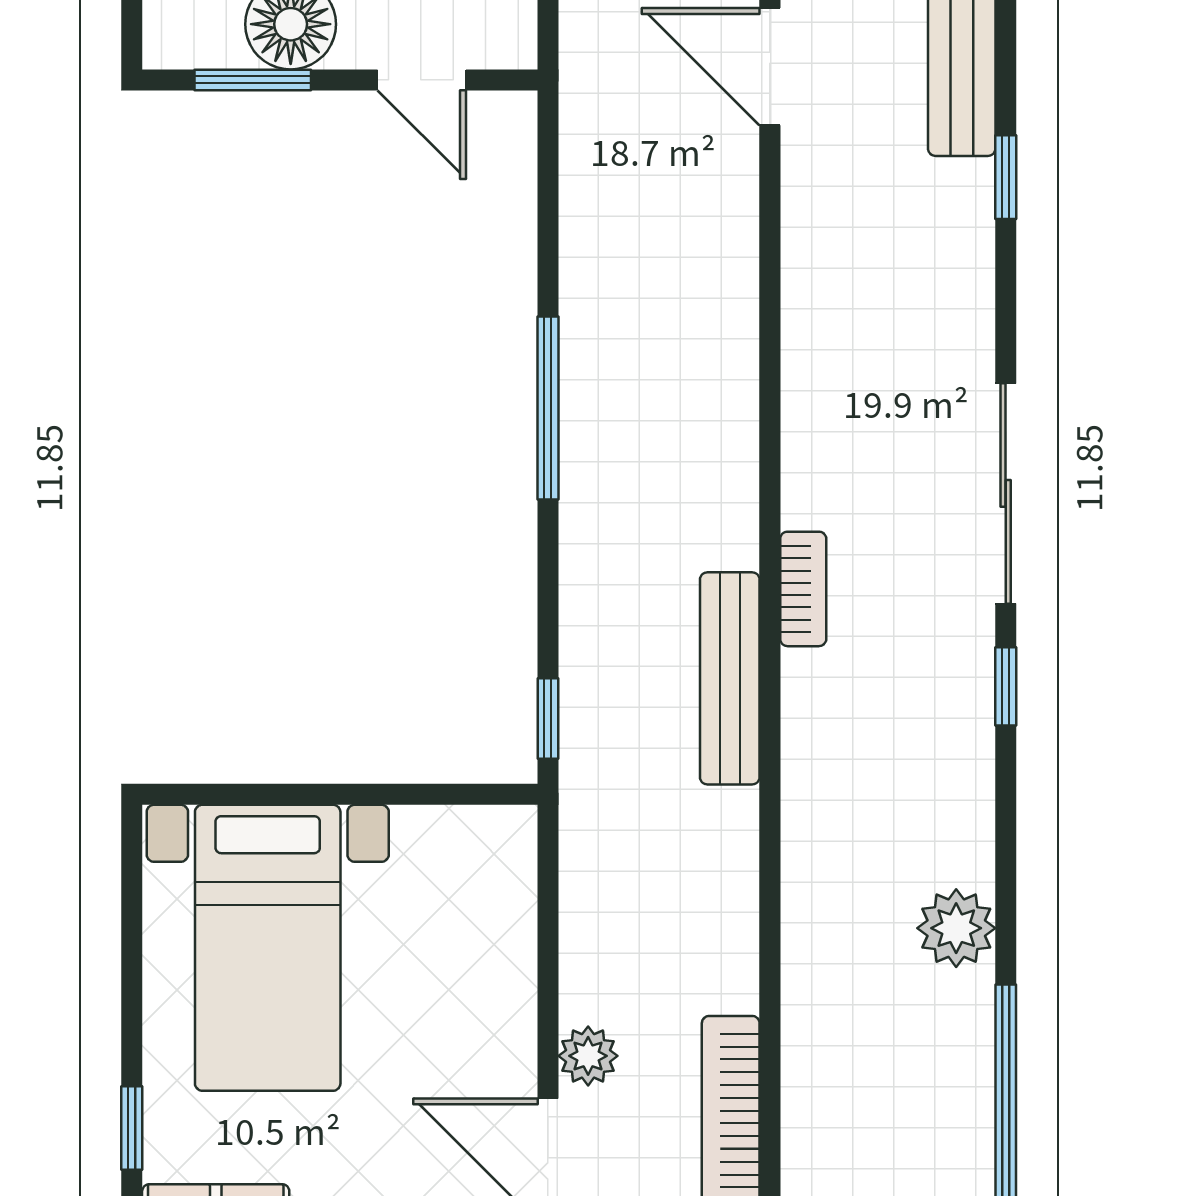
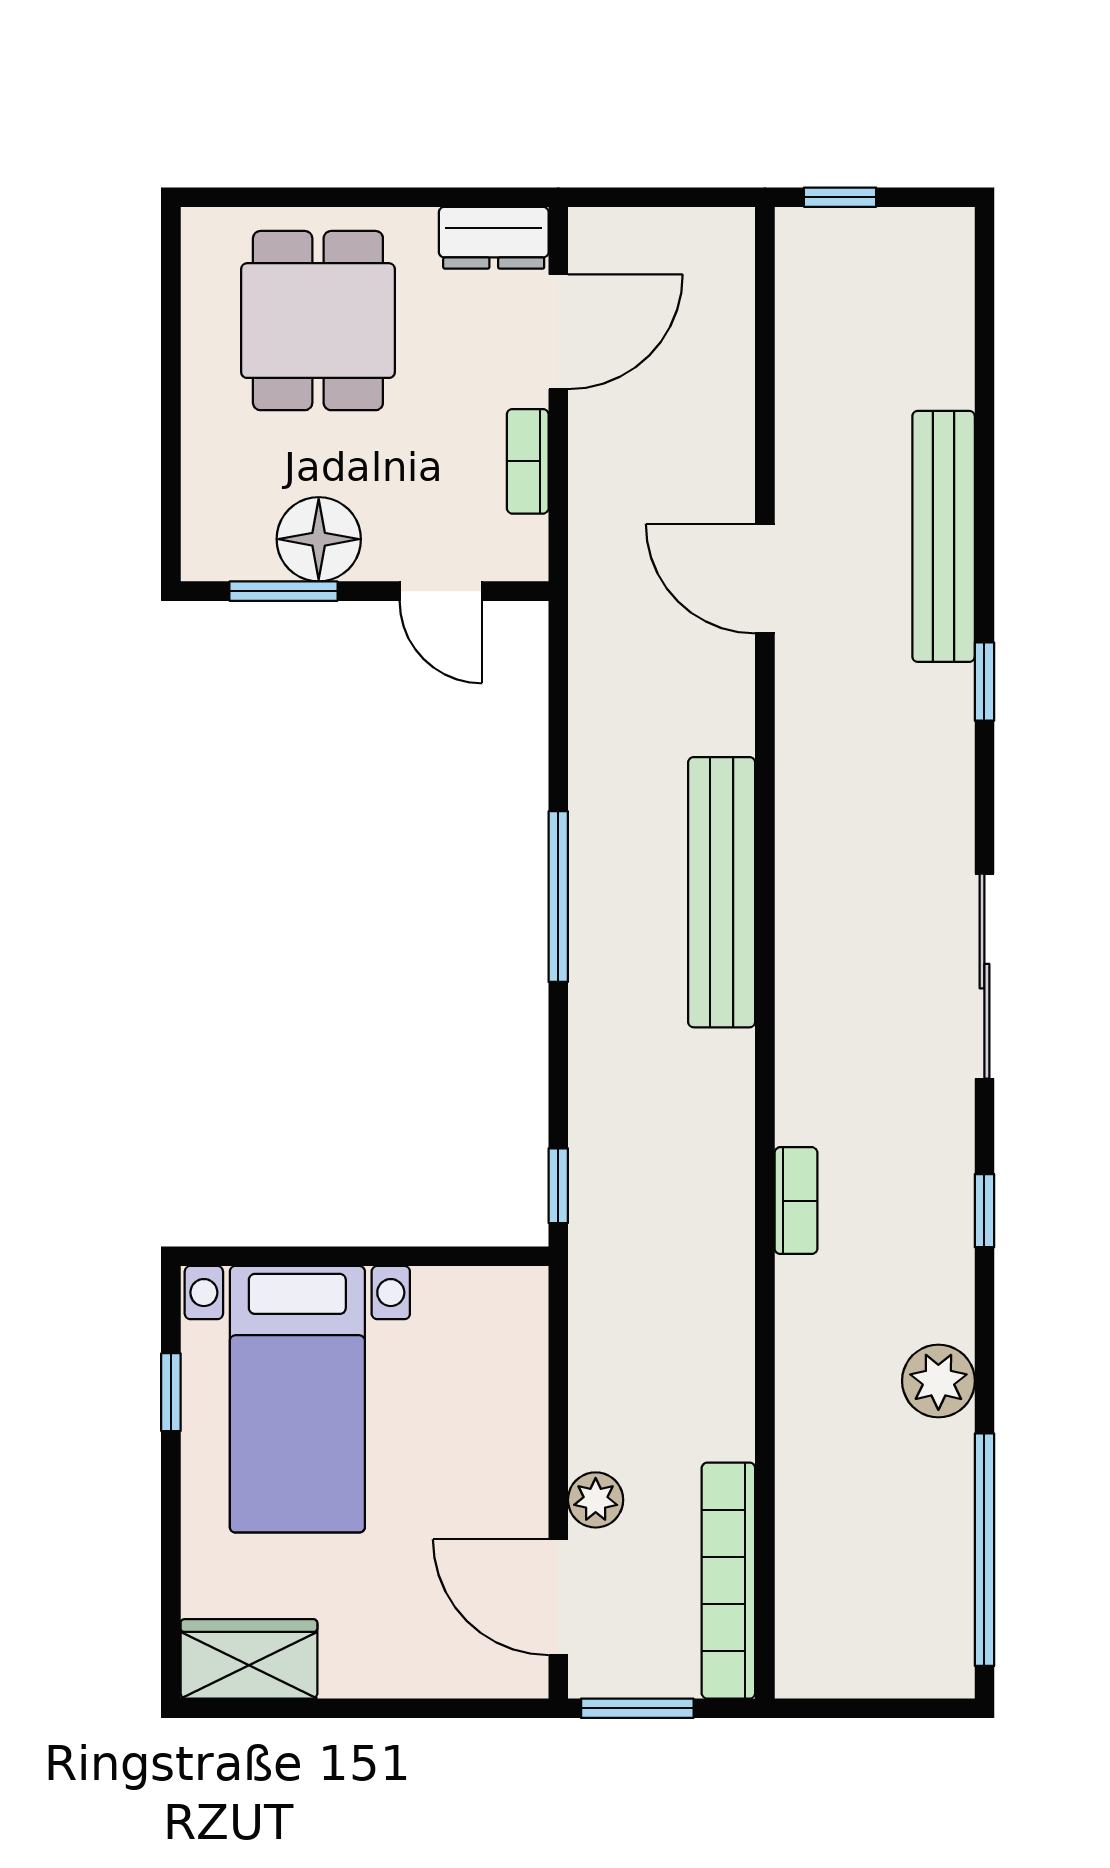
bookcase: (803, 589) -> (796, 1201), moved
bench: (730, 678) -> (722, 892), moved, width x1.37, depth x1.21
window: (1006, 686) -> (984, 1211), moved
window: (132, 1128) -> (171, 1392), moved

